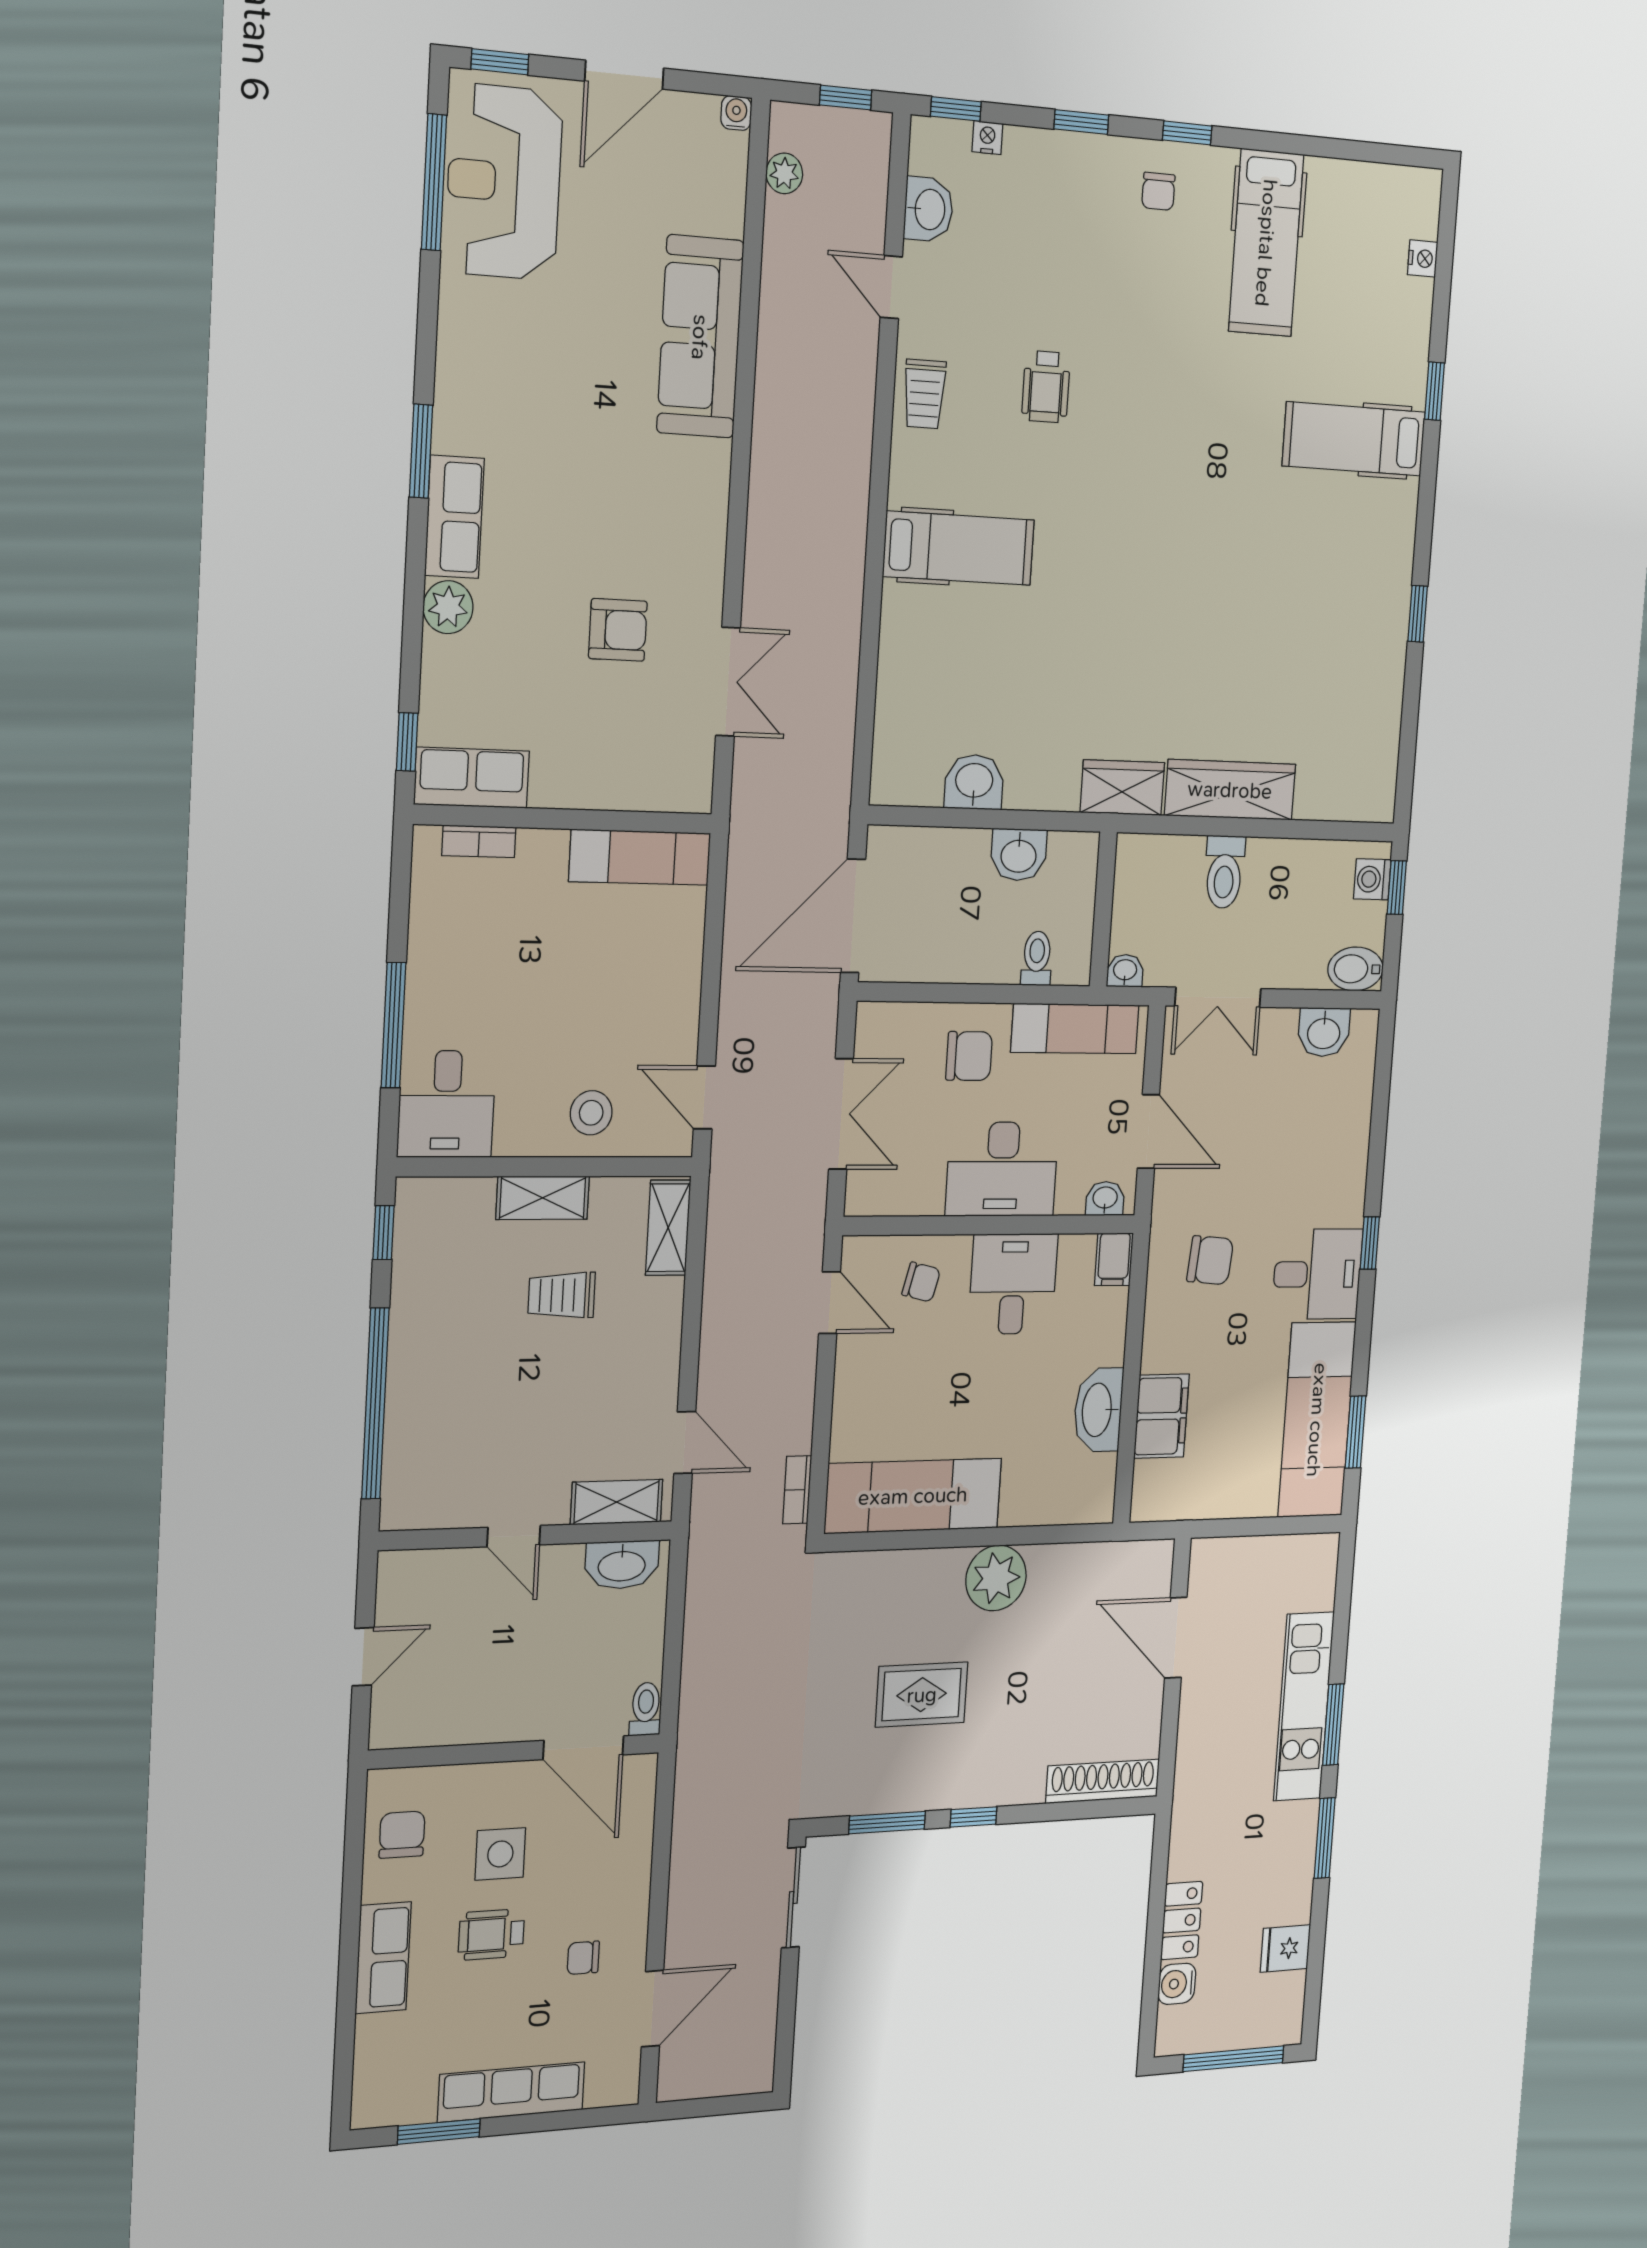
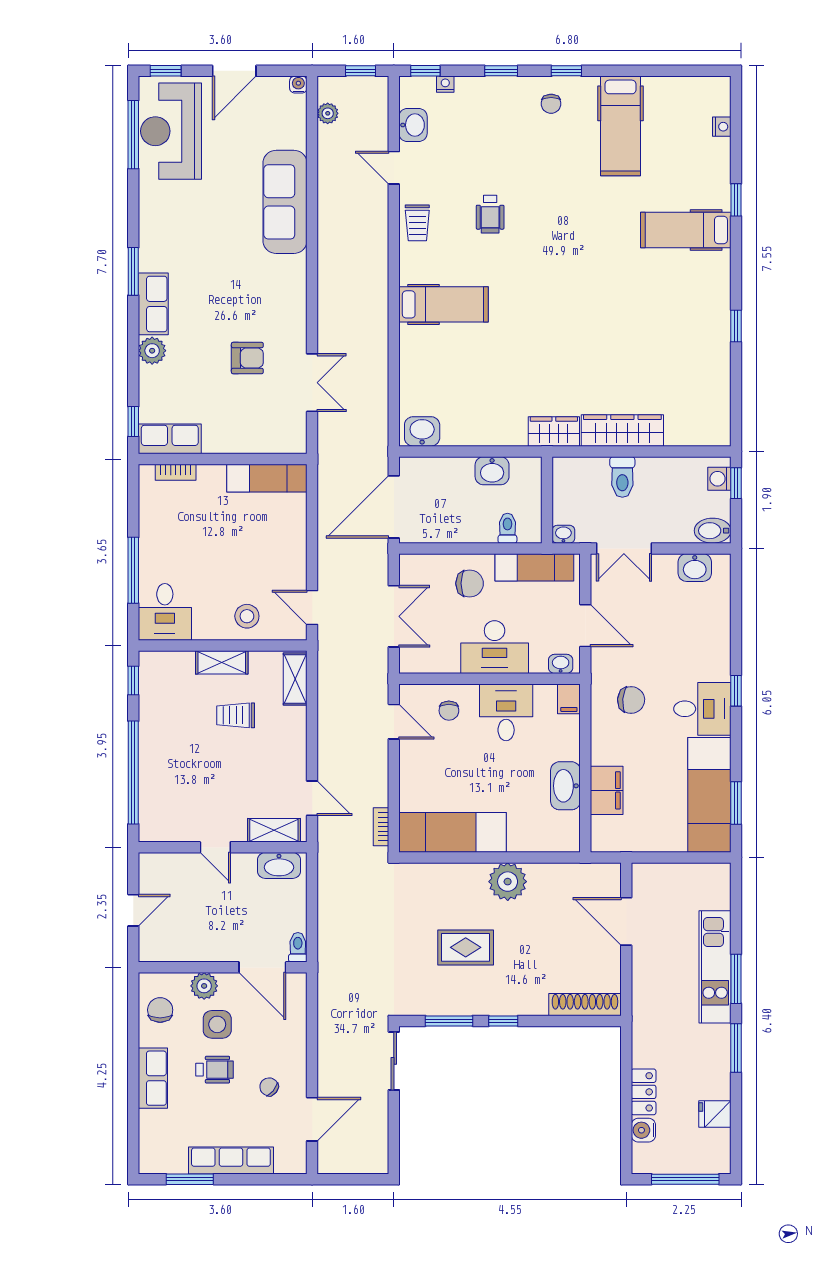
washbasin: (974, 782) -> (422, 431), moved
chair: (921, 1282) -> (449, 711), turned 76
plant: (481, 1787) -> (204, 986), added
wheelchair: (491, 1934) -> (214, 1070), turned 180
chair: (583, 1958) -> (269, 1087), turned 40

